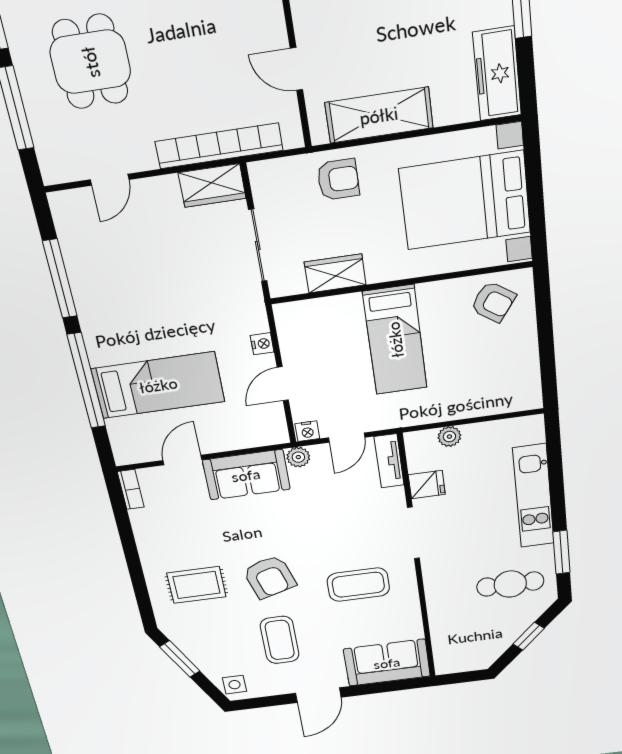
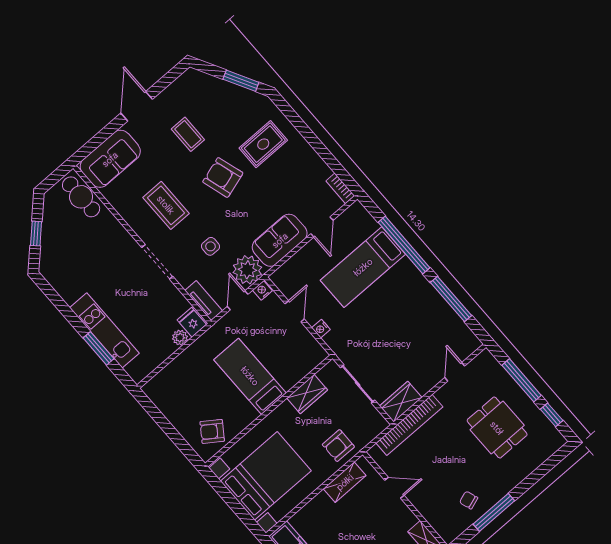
shelving: (379, 115) -> (345, 482), width x0.67, depth x0.75
plant: (298, 457) -> (247, 270), width x1.87, depth x1.87
fridge: (427, 485) -> (192, 322), moved, turned 90
window: (561, 552) -> (99, 348), moved
cafe table: (510, 584) -> (81, 197), moved, turned 90
coffee table: (358, 585) -> (166, 205), turned 90
coffee table: (280, 640) -> (188, 134), width x0.73, depth x0.77
side table: (235, 685) -> (211, 246), moved

